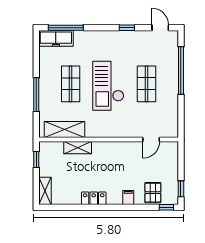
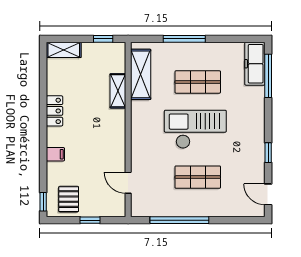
door: (160, 28) -> (268, 194), swing flipped
window: (181, 71) -> (179, 220), moved
window: (181, 189) -> (90, 220), moved
pallet: (153, 193) -> (69, 199), moved, turned 90

